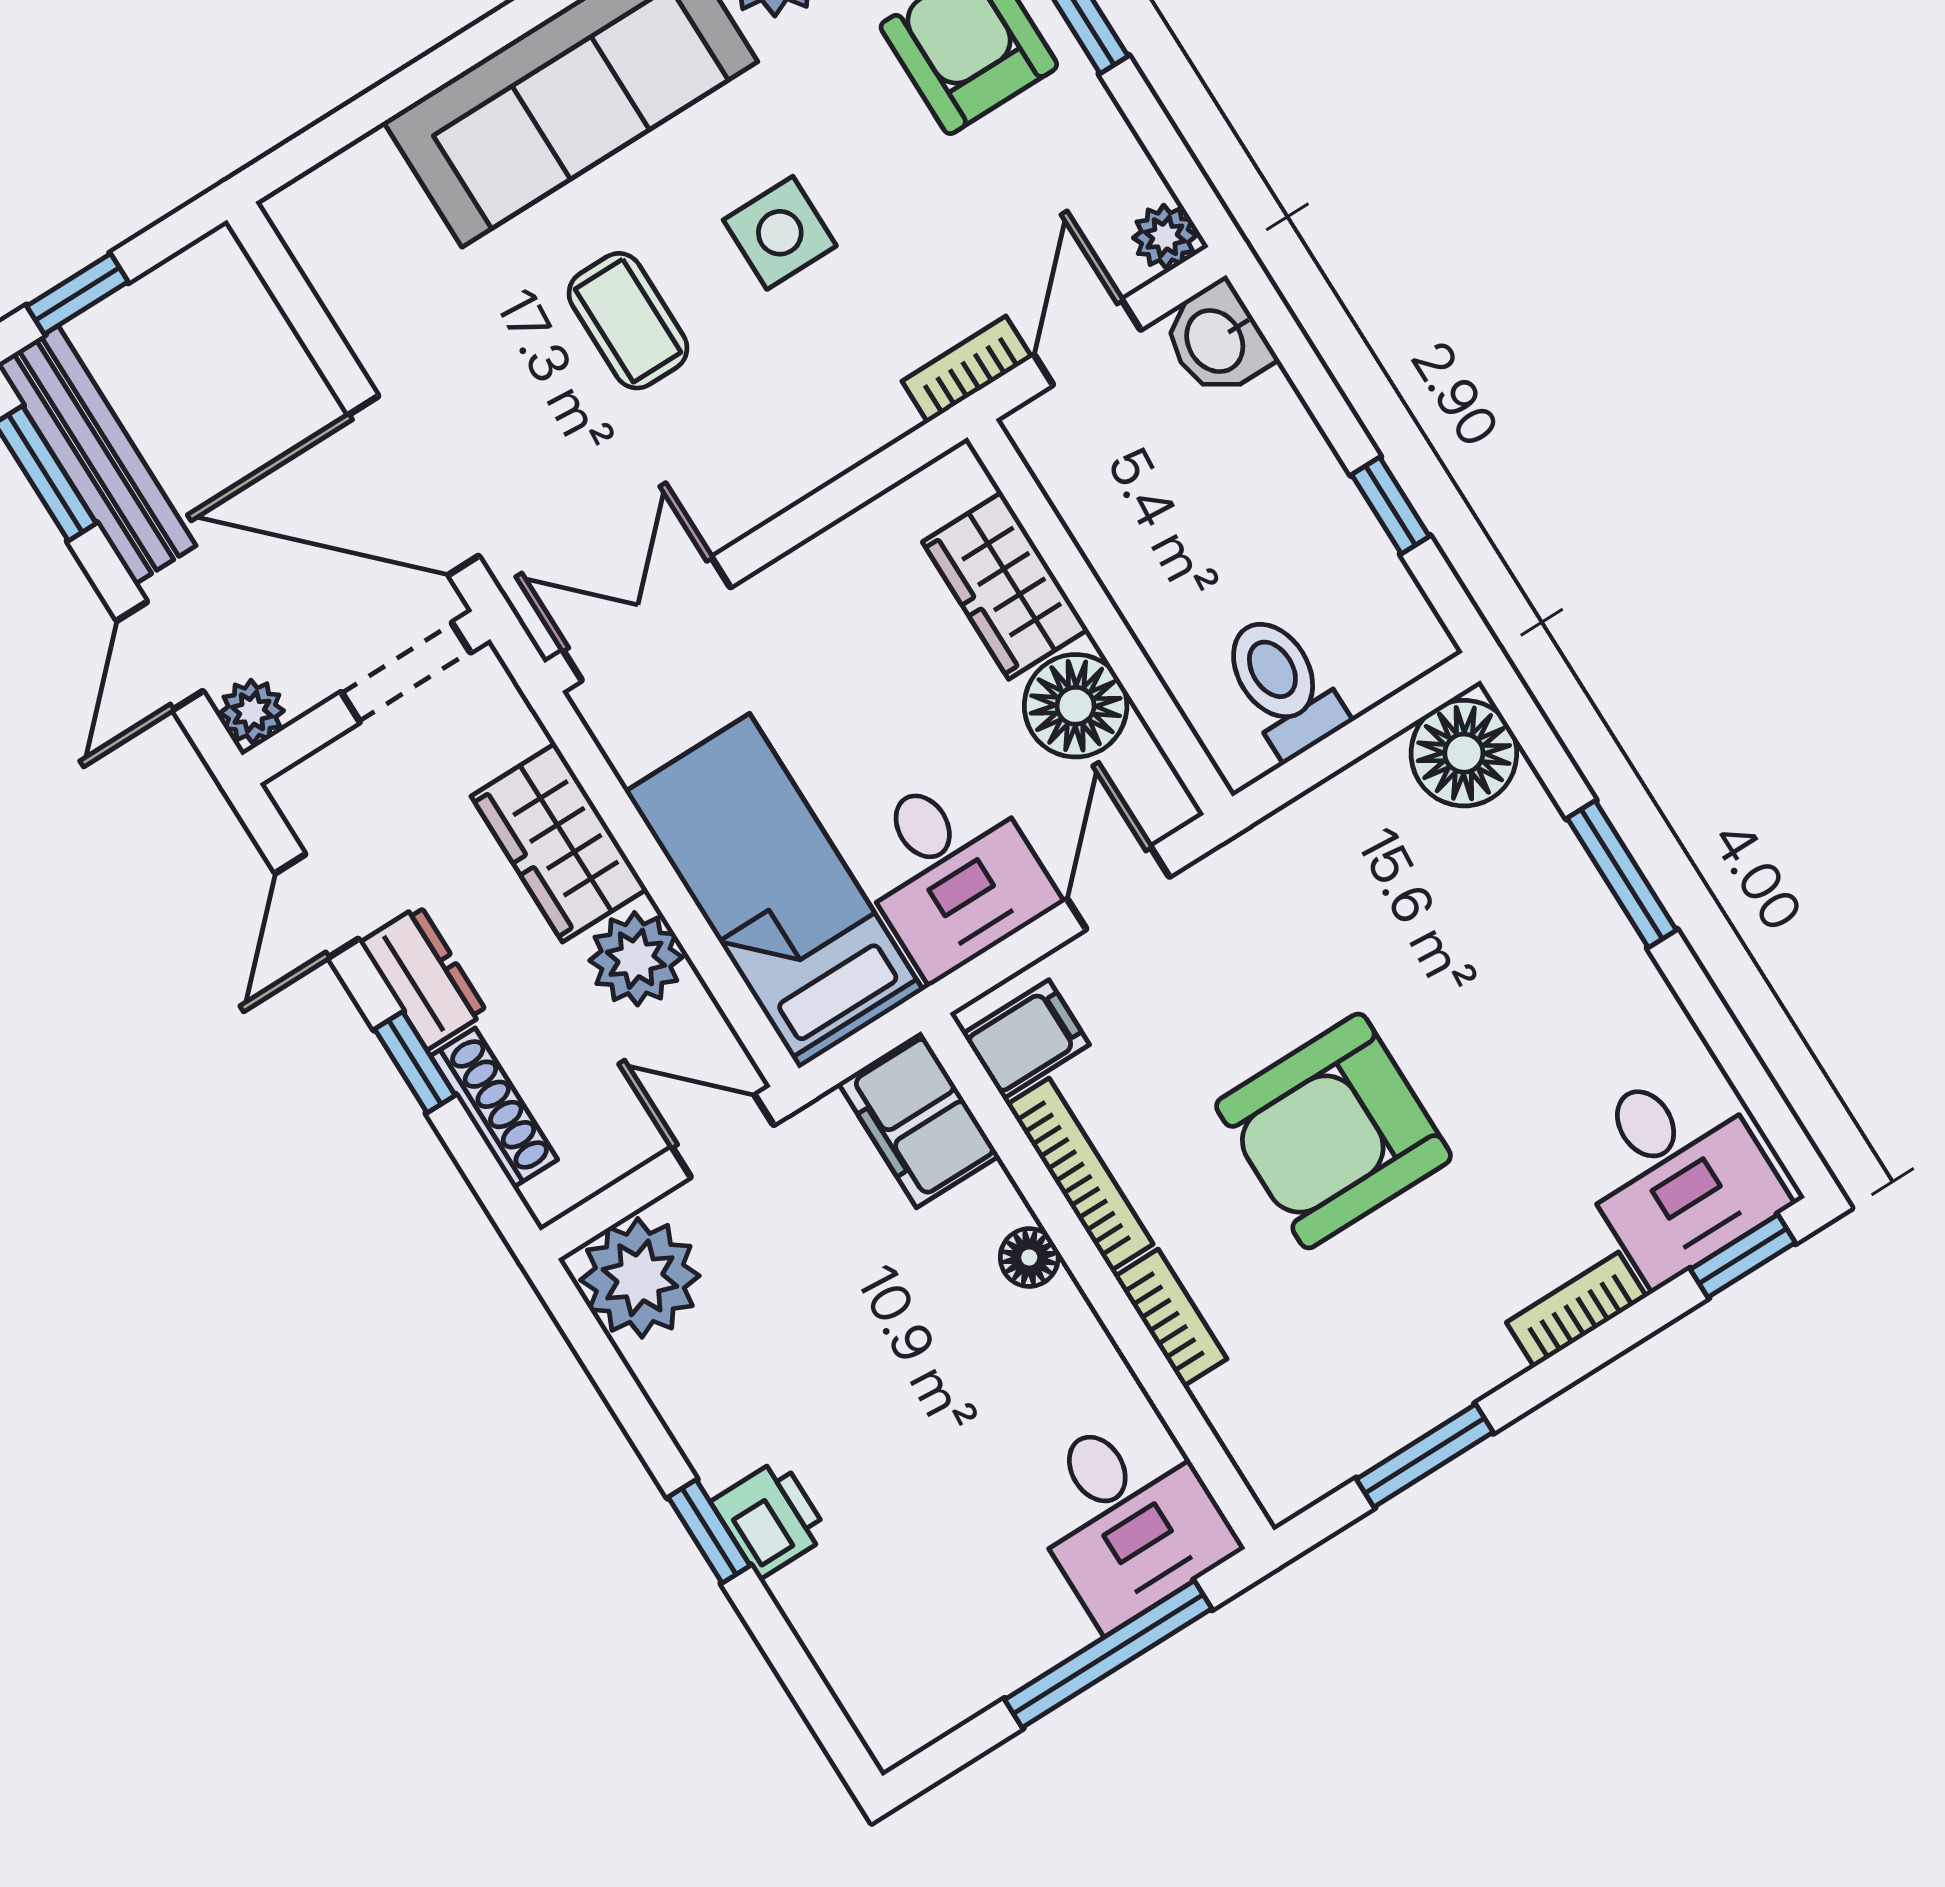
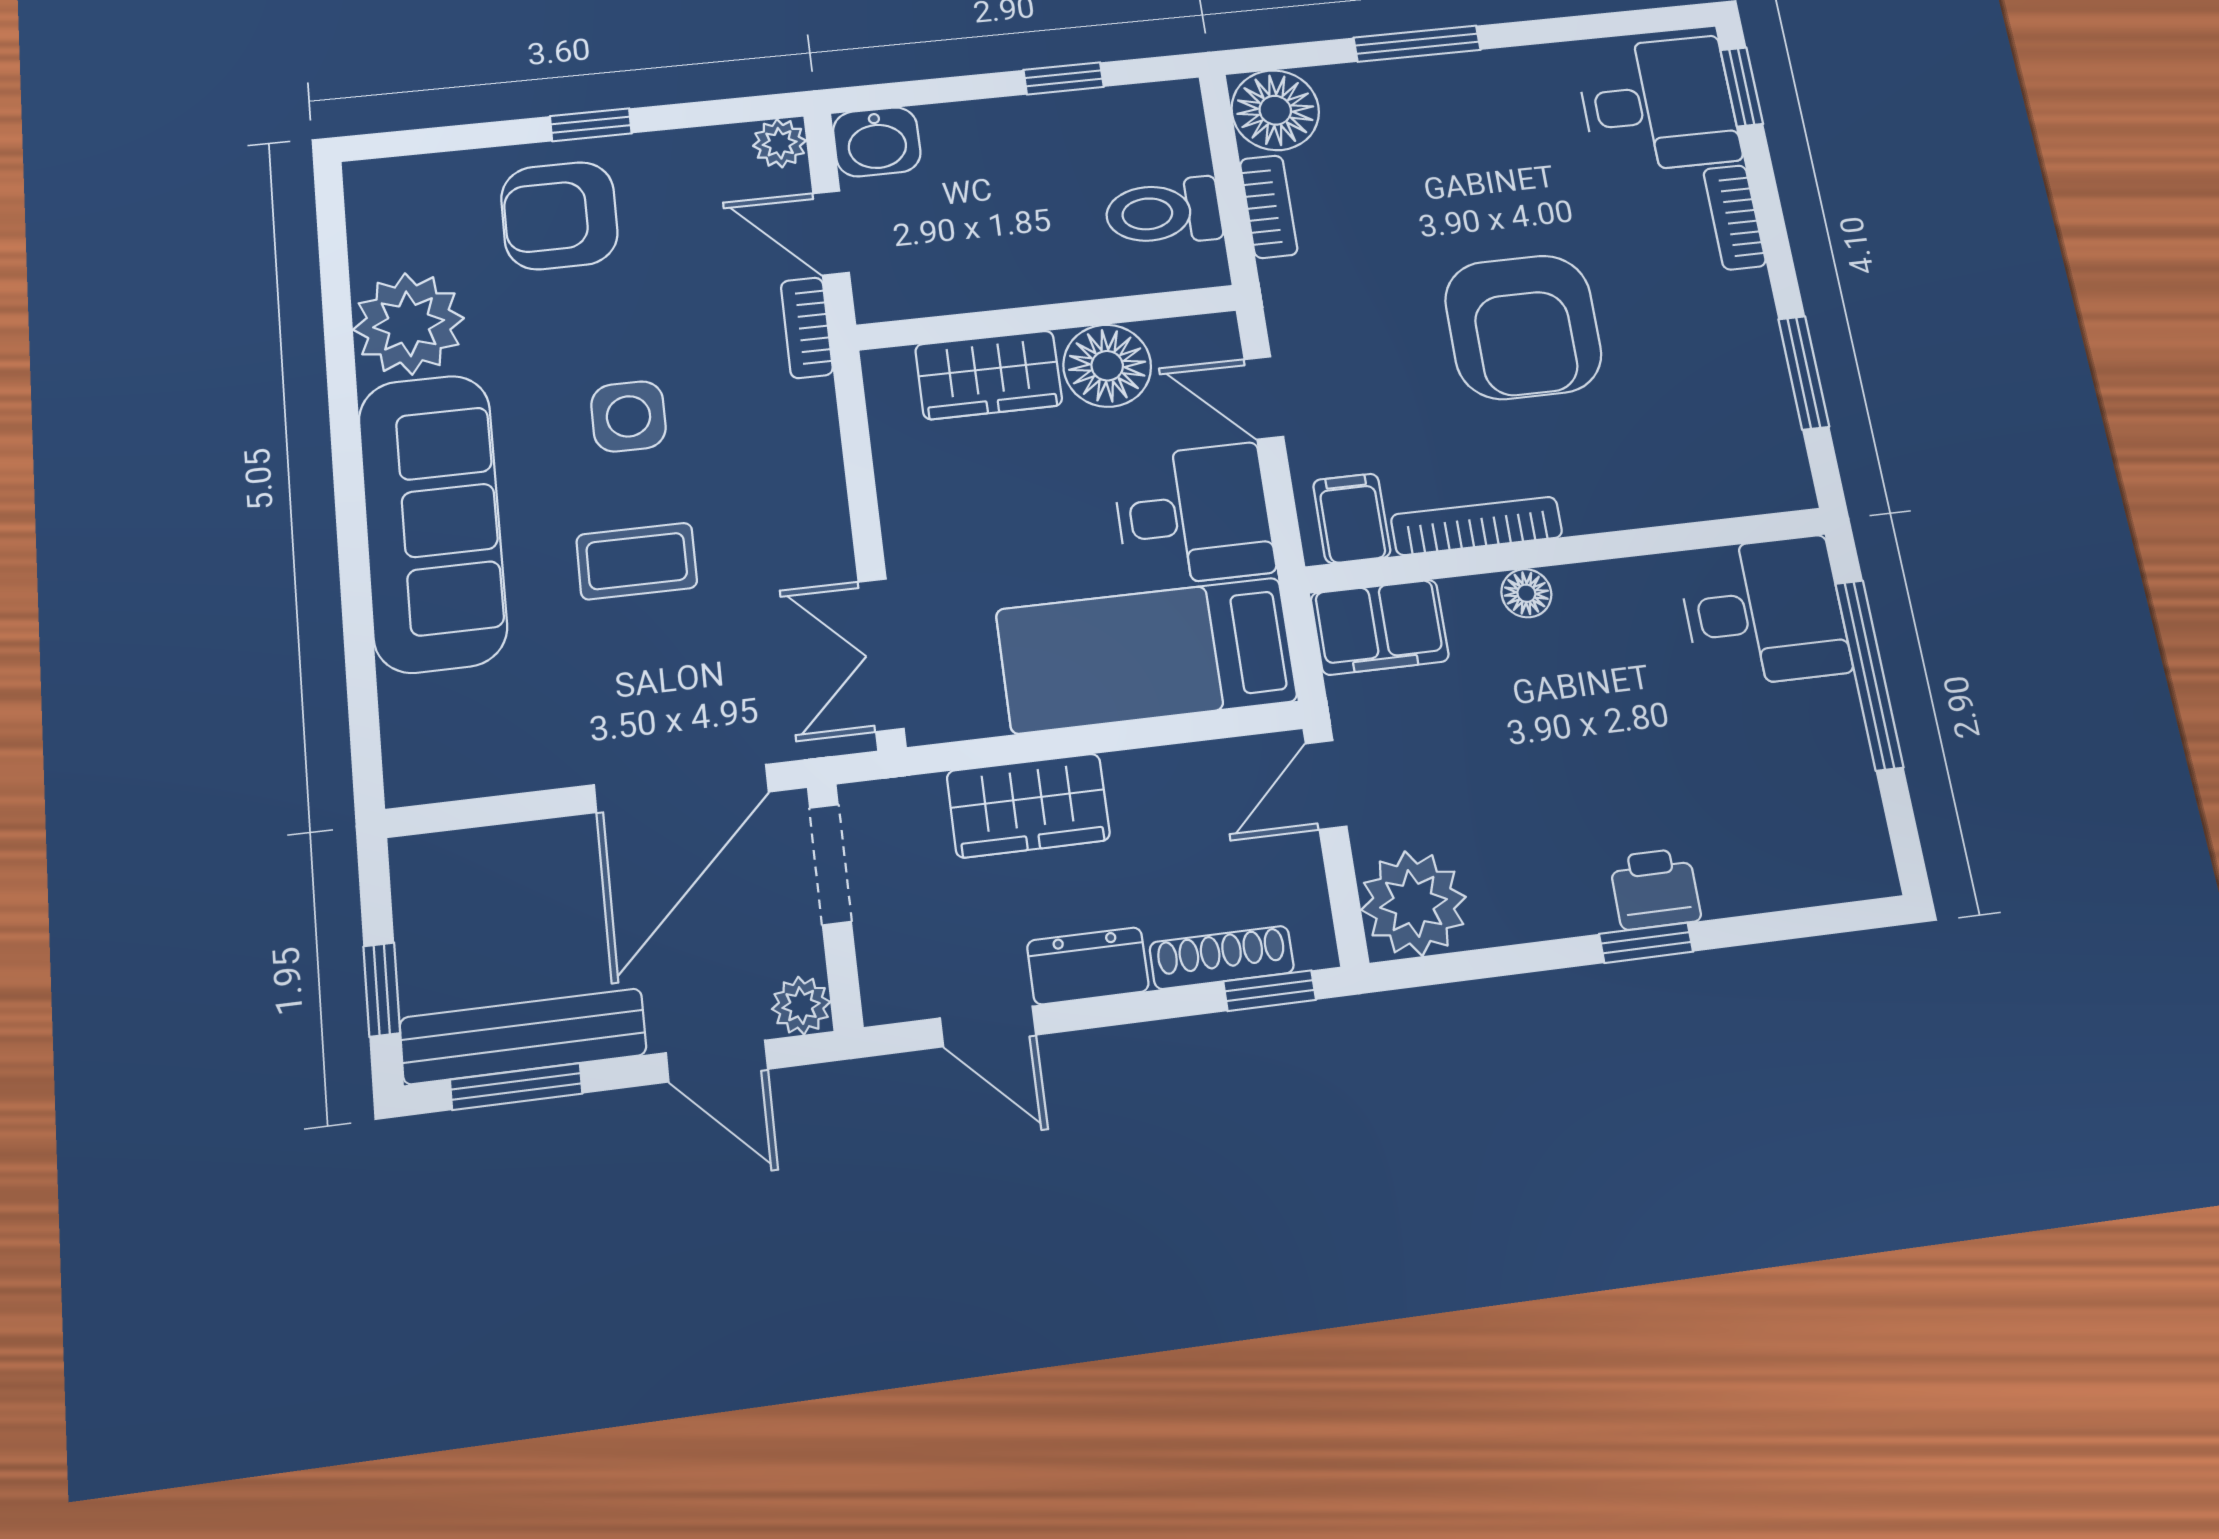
plant: (636, 959) -> (1151, 788), removed
window: (415, 1062) -> (1270, 991), moved
bookcase: (1171, 1318) -> (1269, 207), moved, turned 90

